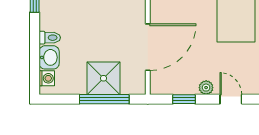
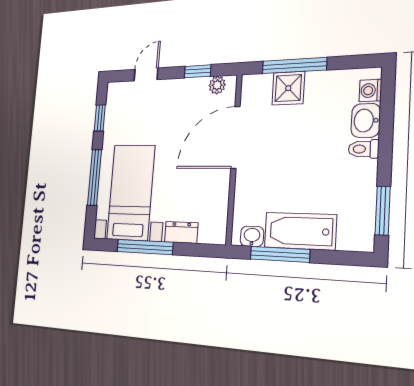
shower: (103, 78) -> (288, 88), width x0.73, depth x0.73
plant: (206, 88) -> (217, 85), moved
door: (231, 99) -> (146, 74), swing flipped

